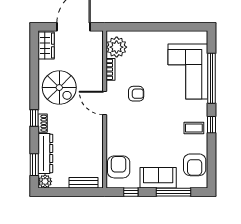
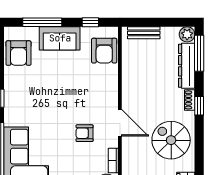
coffee table: (194, 128) -> (19, 94), removed
window: (34, 165) -> (199, 53), width x1.44
armchair: (195, 165) -> (18, 53), turned 180

